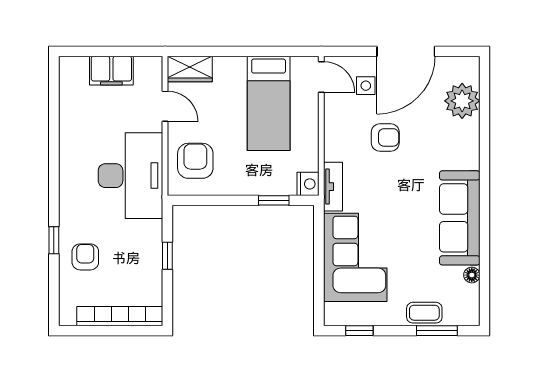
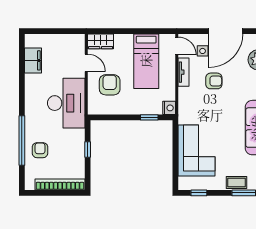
filing cabinet: (111, 71) -> (33, 60), moved, turned -90
armchair: (195, 161) -> (110, 85), moved
tv unit: (333, 187) -> (184, 72), moved
window: (54, 240) -> (22, 141), width x3.17

